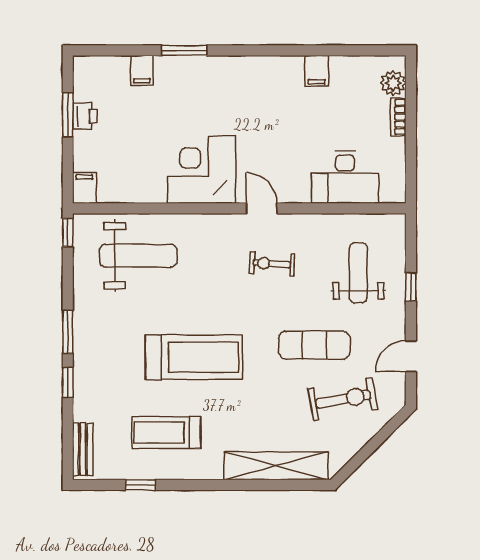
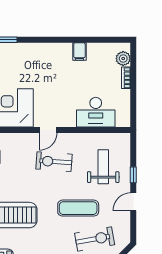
door: (262, 208) -> (48, 130), swing flipped
exercise bike: (272, 264) -> (54, 162), width x1.38, depth x1.39
door: (411, 356) -> (133, 202), moved

